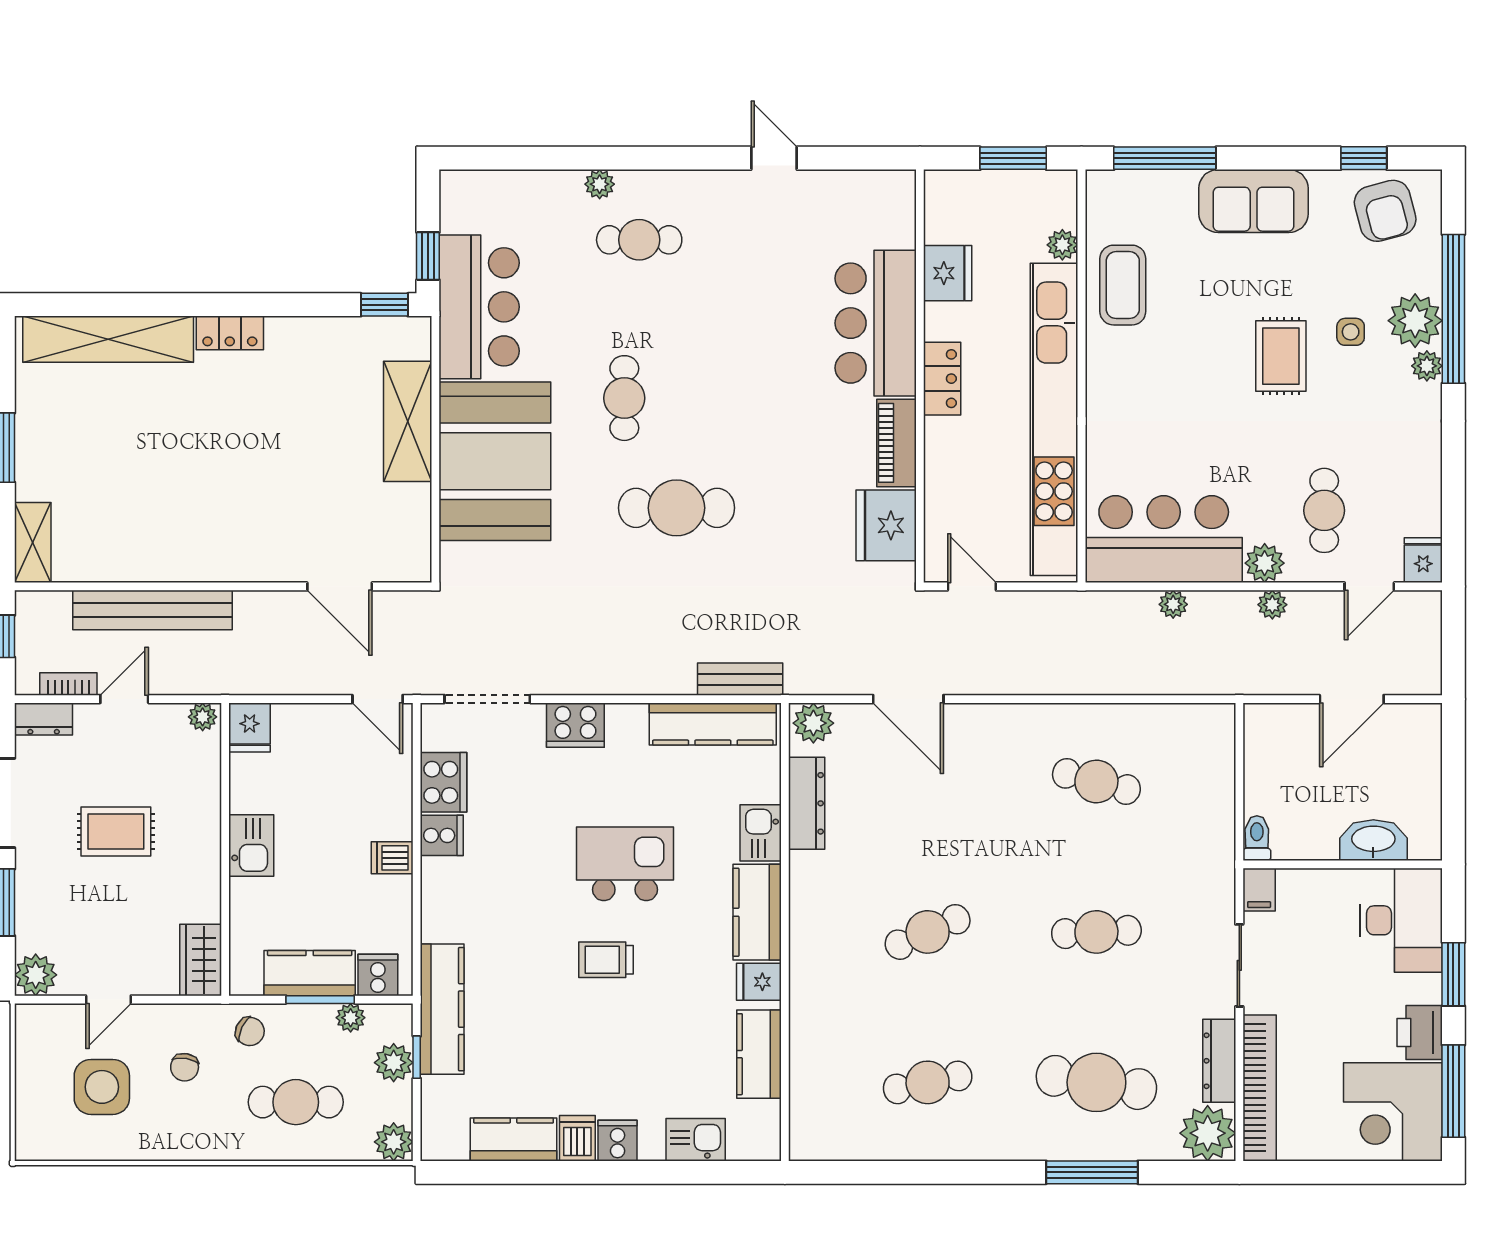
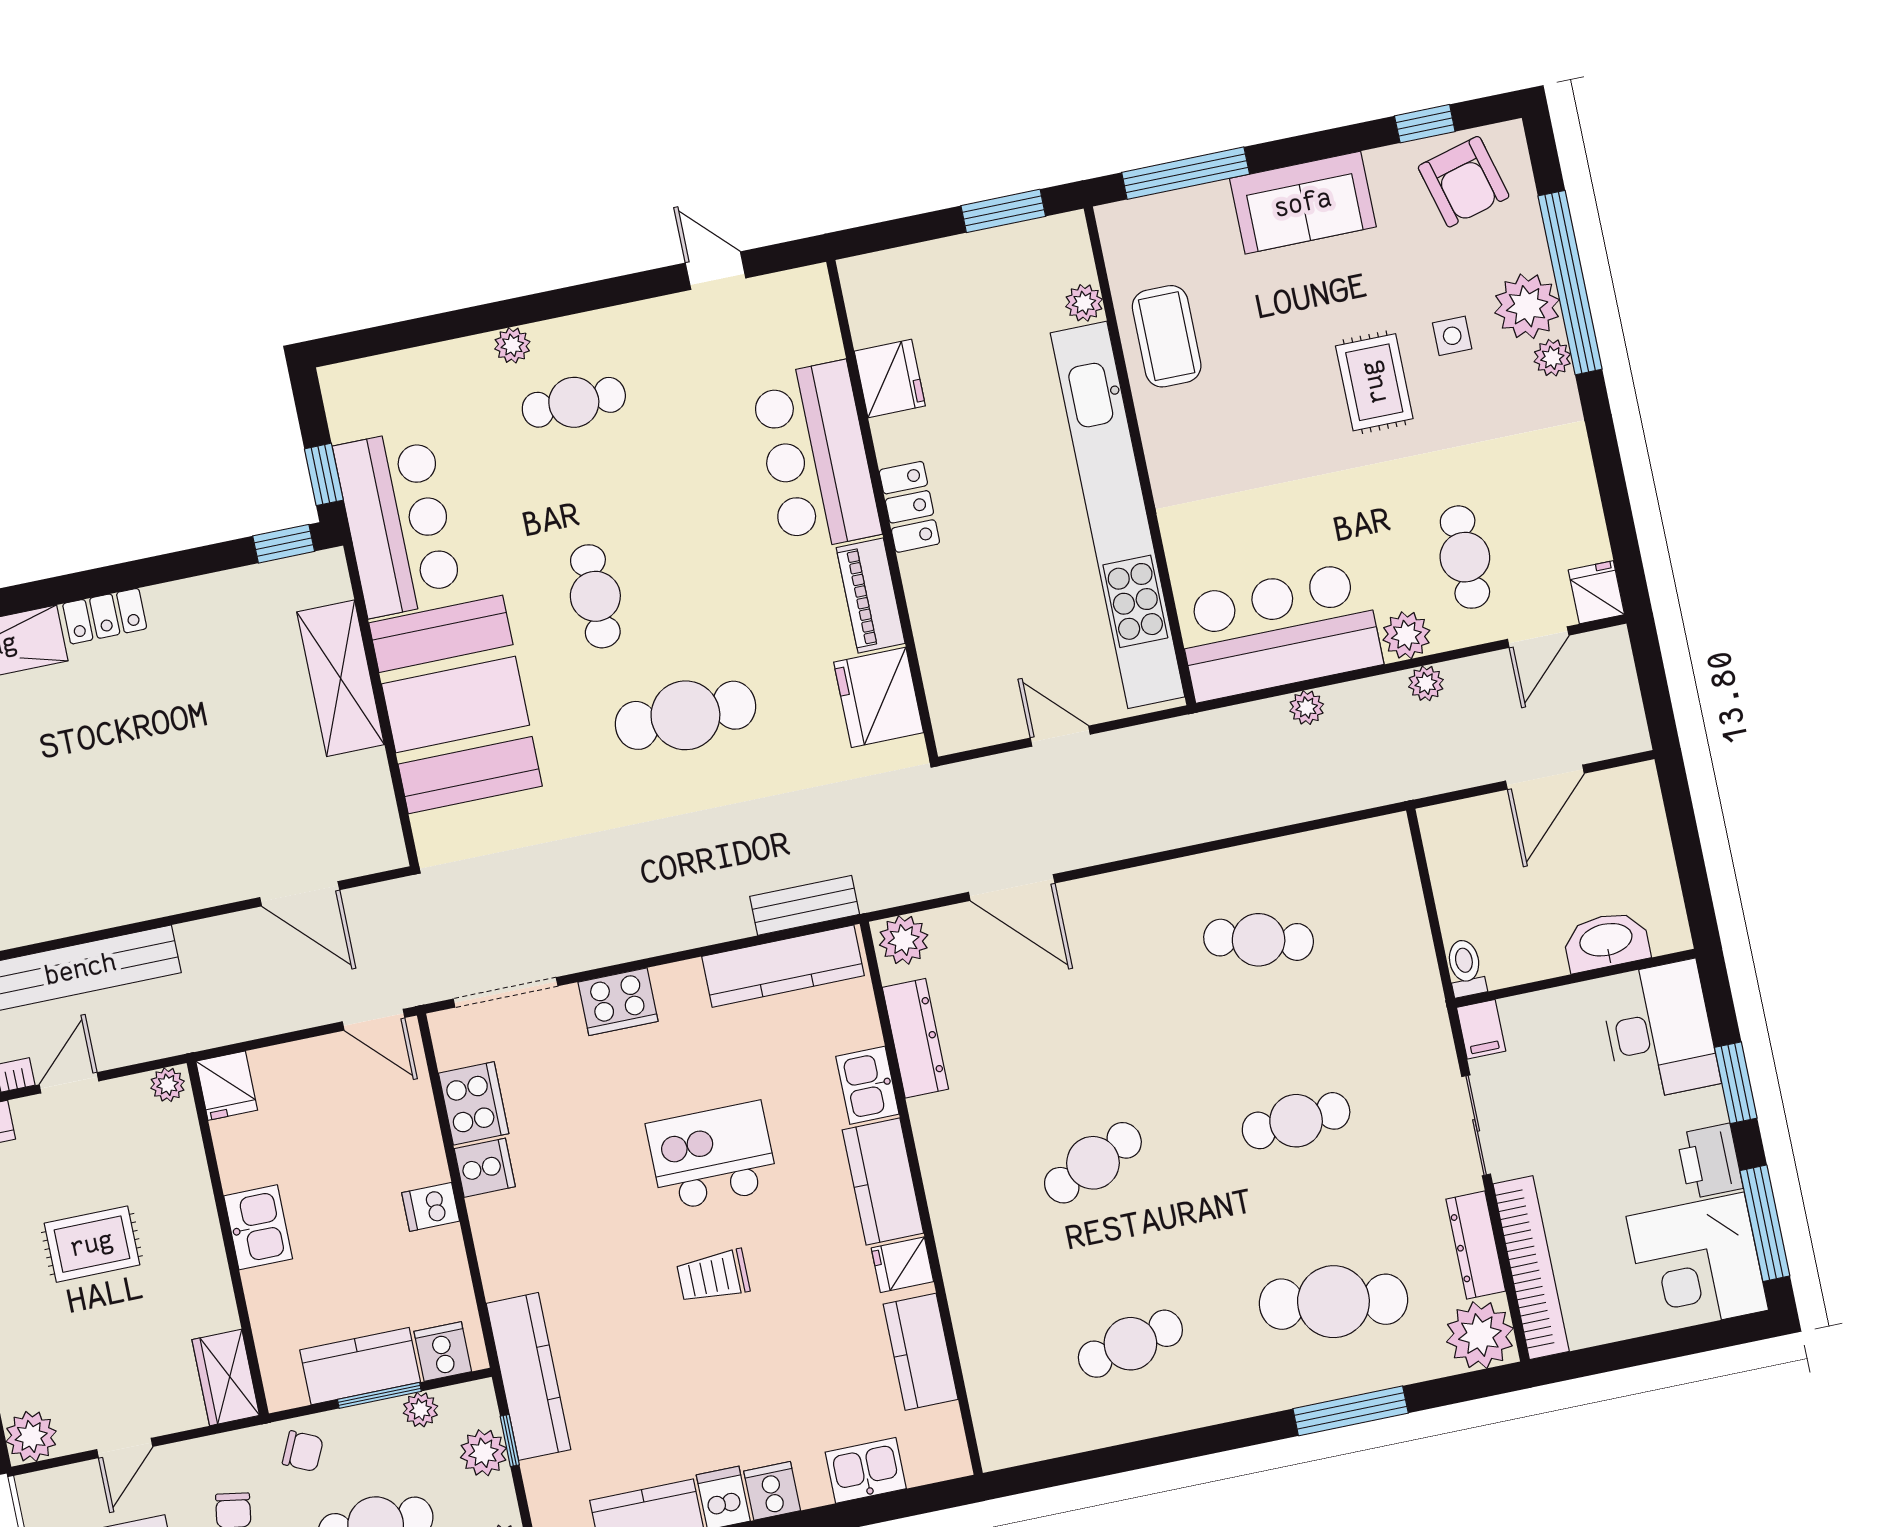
fridge: (948, 273) -> (890, 379), moved
bar counter: (876, 323) -> (816, 457), moved
wall: (920, 376) -> (882, 509), moved
locker: (942, 379) -> (909, 507), moved
piano: (897, 443) -> (871, 596), moved
fridge: (886, 525) -> (879, 697), moved

